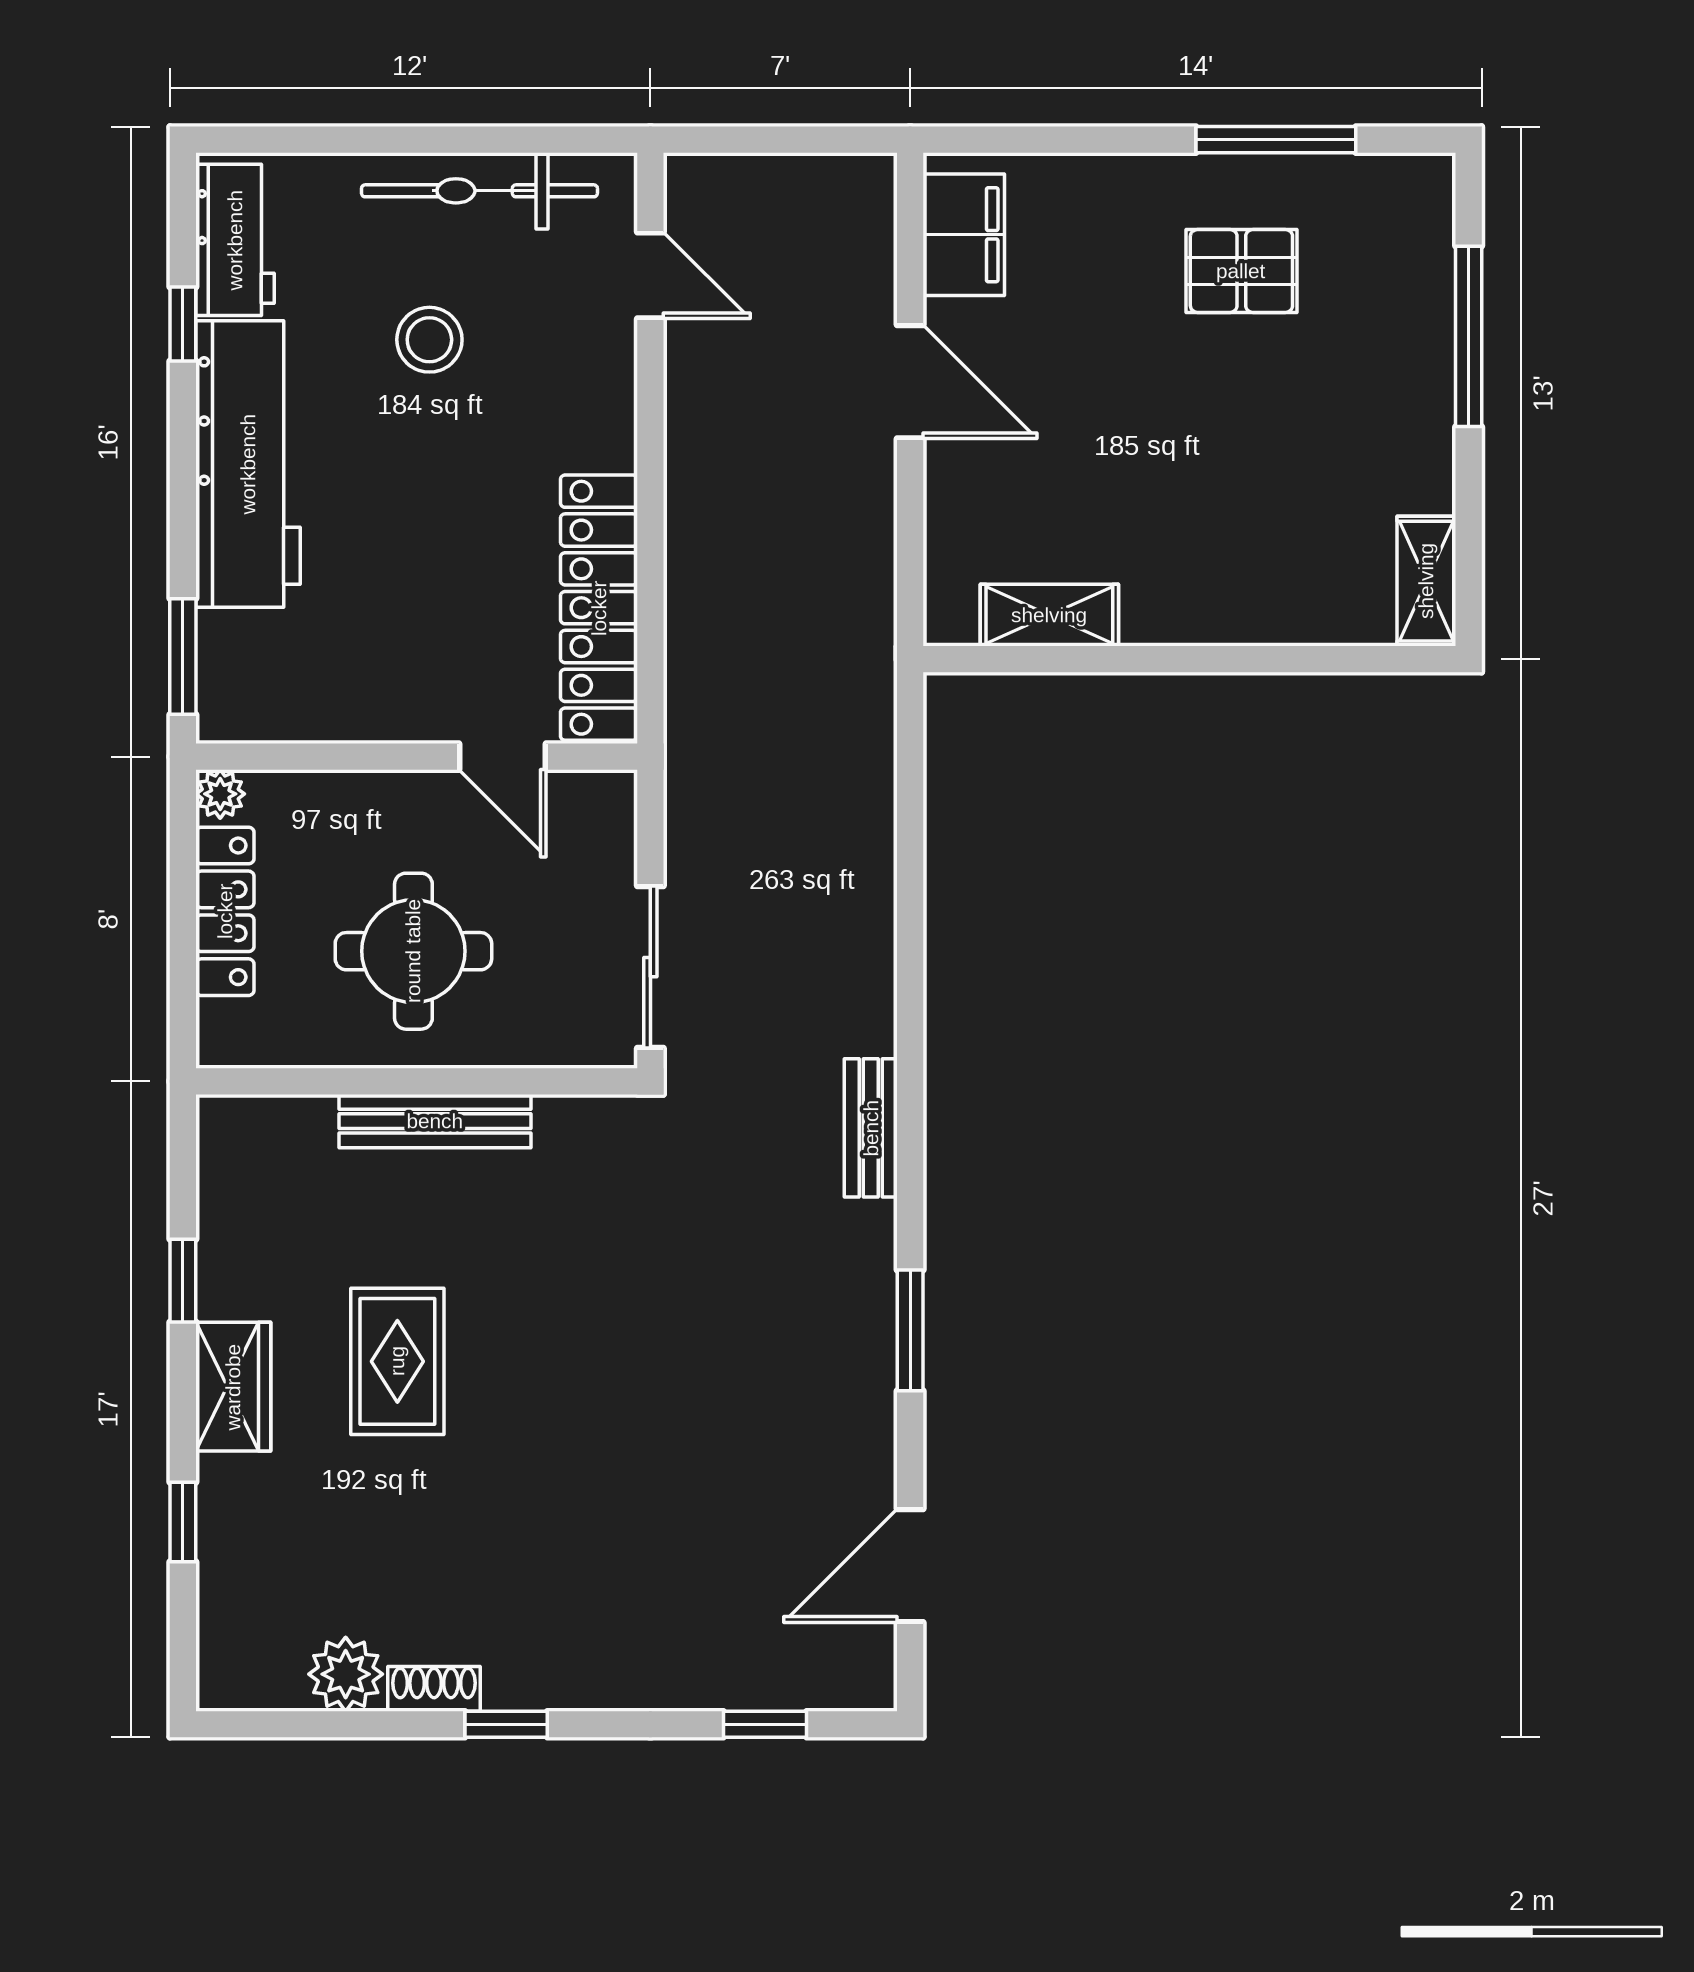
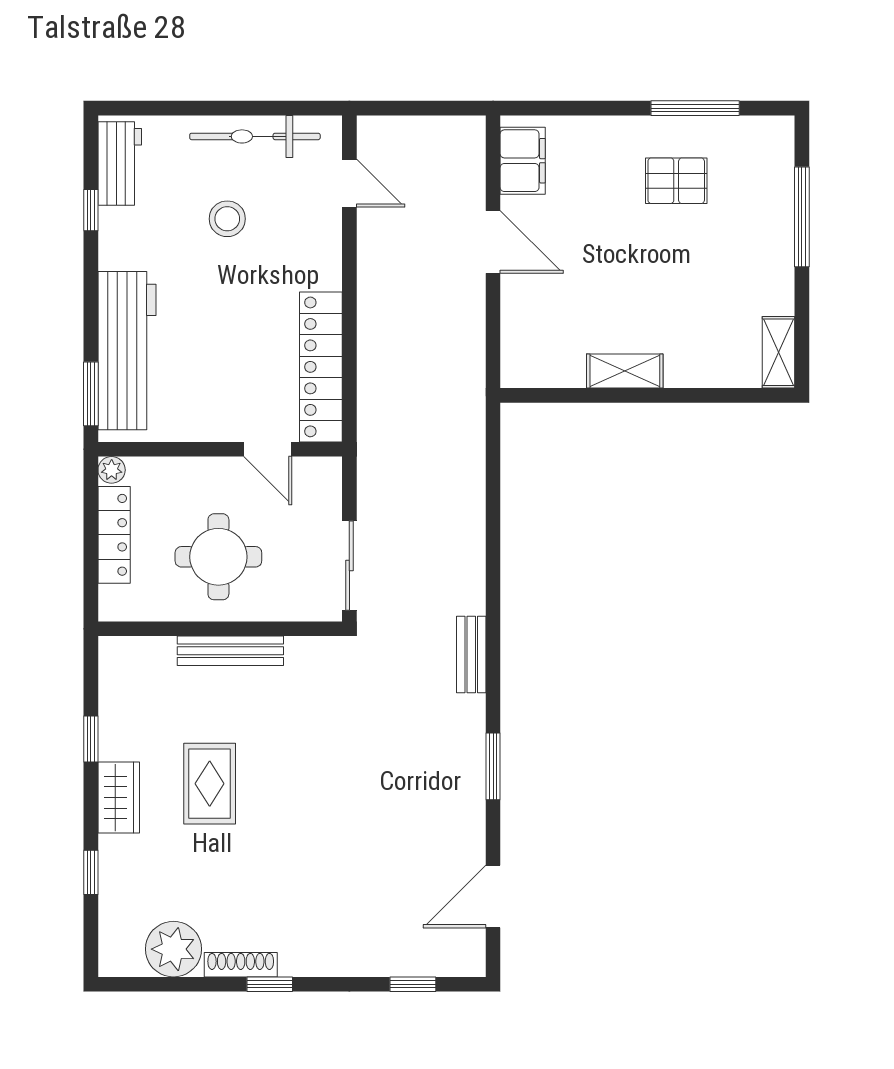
workbench: (248, 464) -> (127, 351), moved
shelving: (1049, 615) -> (625, 371), moved
plant: (346, 1674) -> (173, 949), width x1.36, depth x1.36
shoe rack: (434, 1689) -> (241, 965), width x1.43

